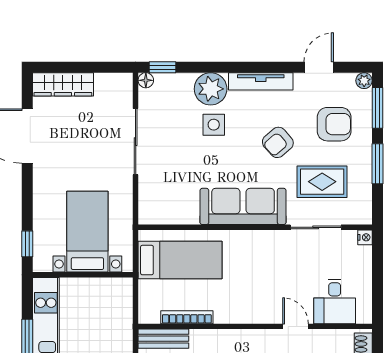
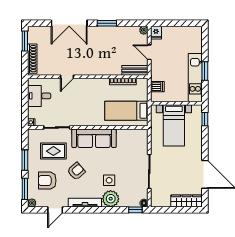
desk: (335, 301) -> (39, 96), moved, turned -90
dishwasher: (120, 307) -> (157, 87), added
door: (296, 326) -> (67, 77), hinge flipped

